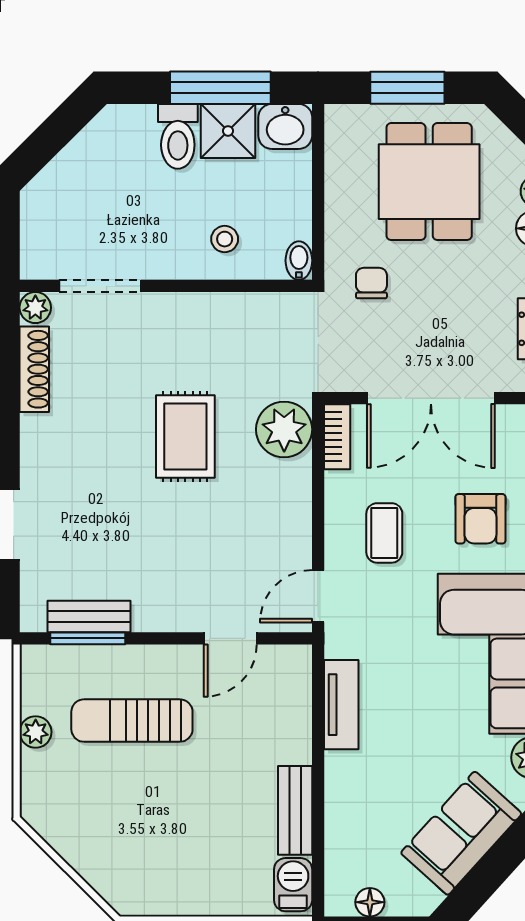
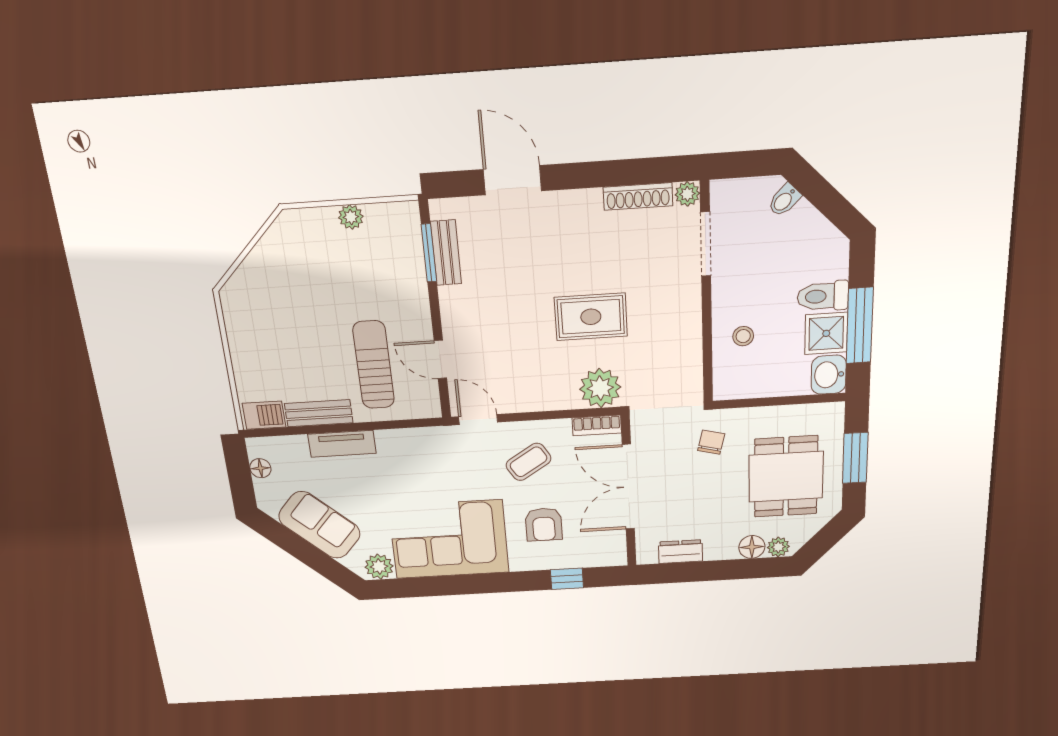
dining table: (429, 182) -> (786, 477), turned 90
bidet: (299, 261) -> (784, 200), moved, turned 135
chair: (371, 283) -> (711, 442), turned -76
armchair: (480, 519) -> (544, 524), turned -90
coffee table: (384, 533) -> (528, 462), turned -32
tv unit: (341, 705) -> (342, 444), moved
sun lounger: (132, 721) -> (374, 365), moved

